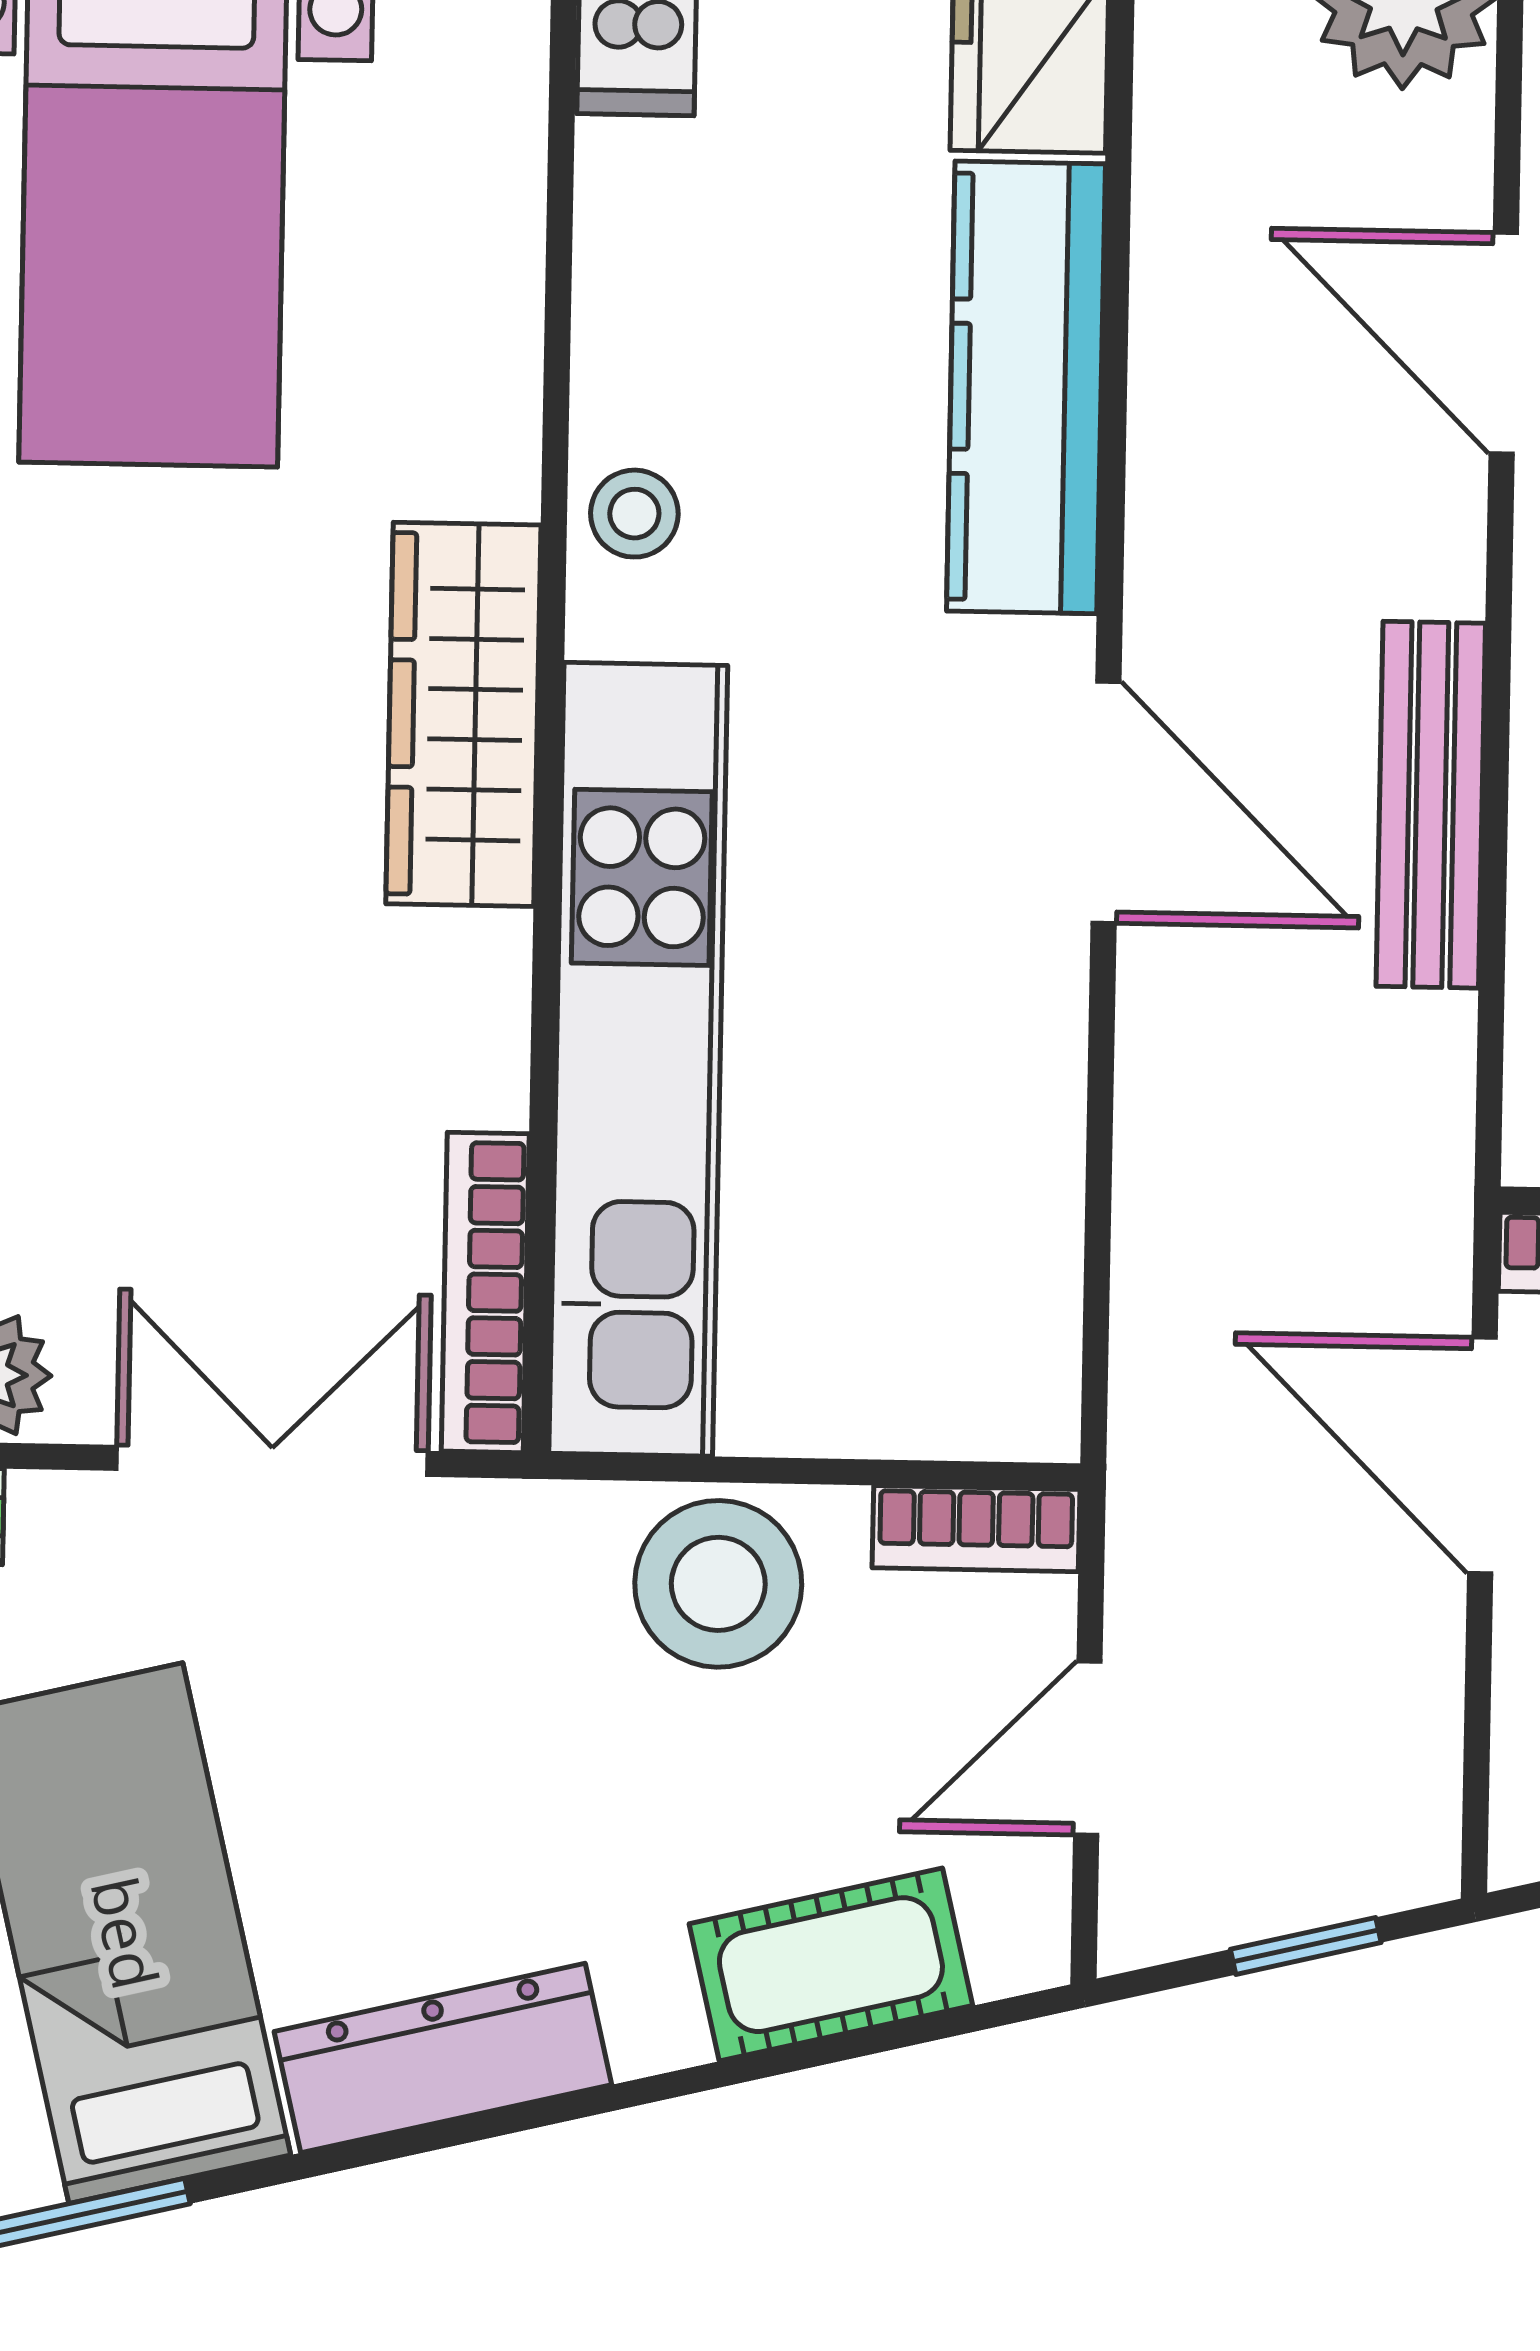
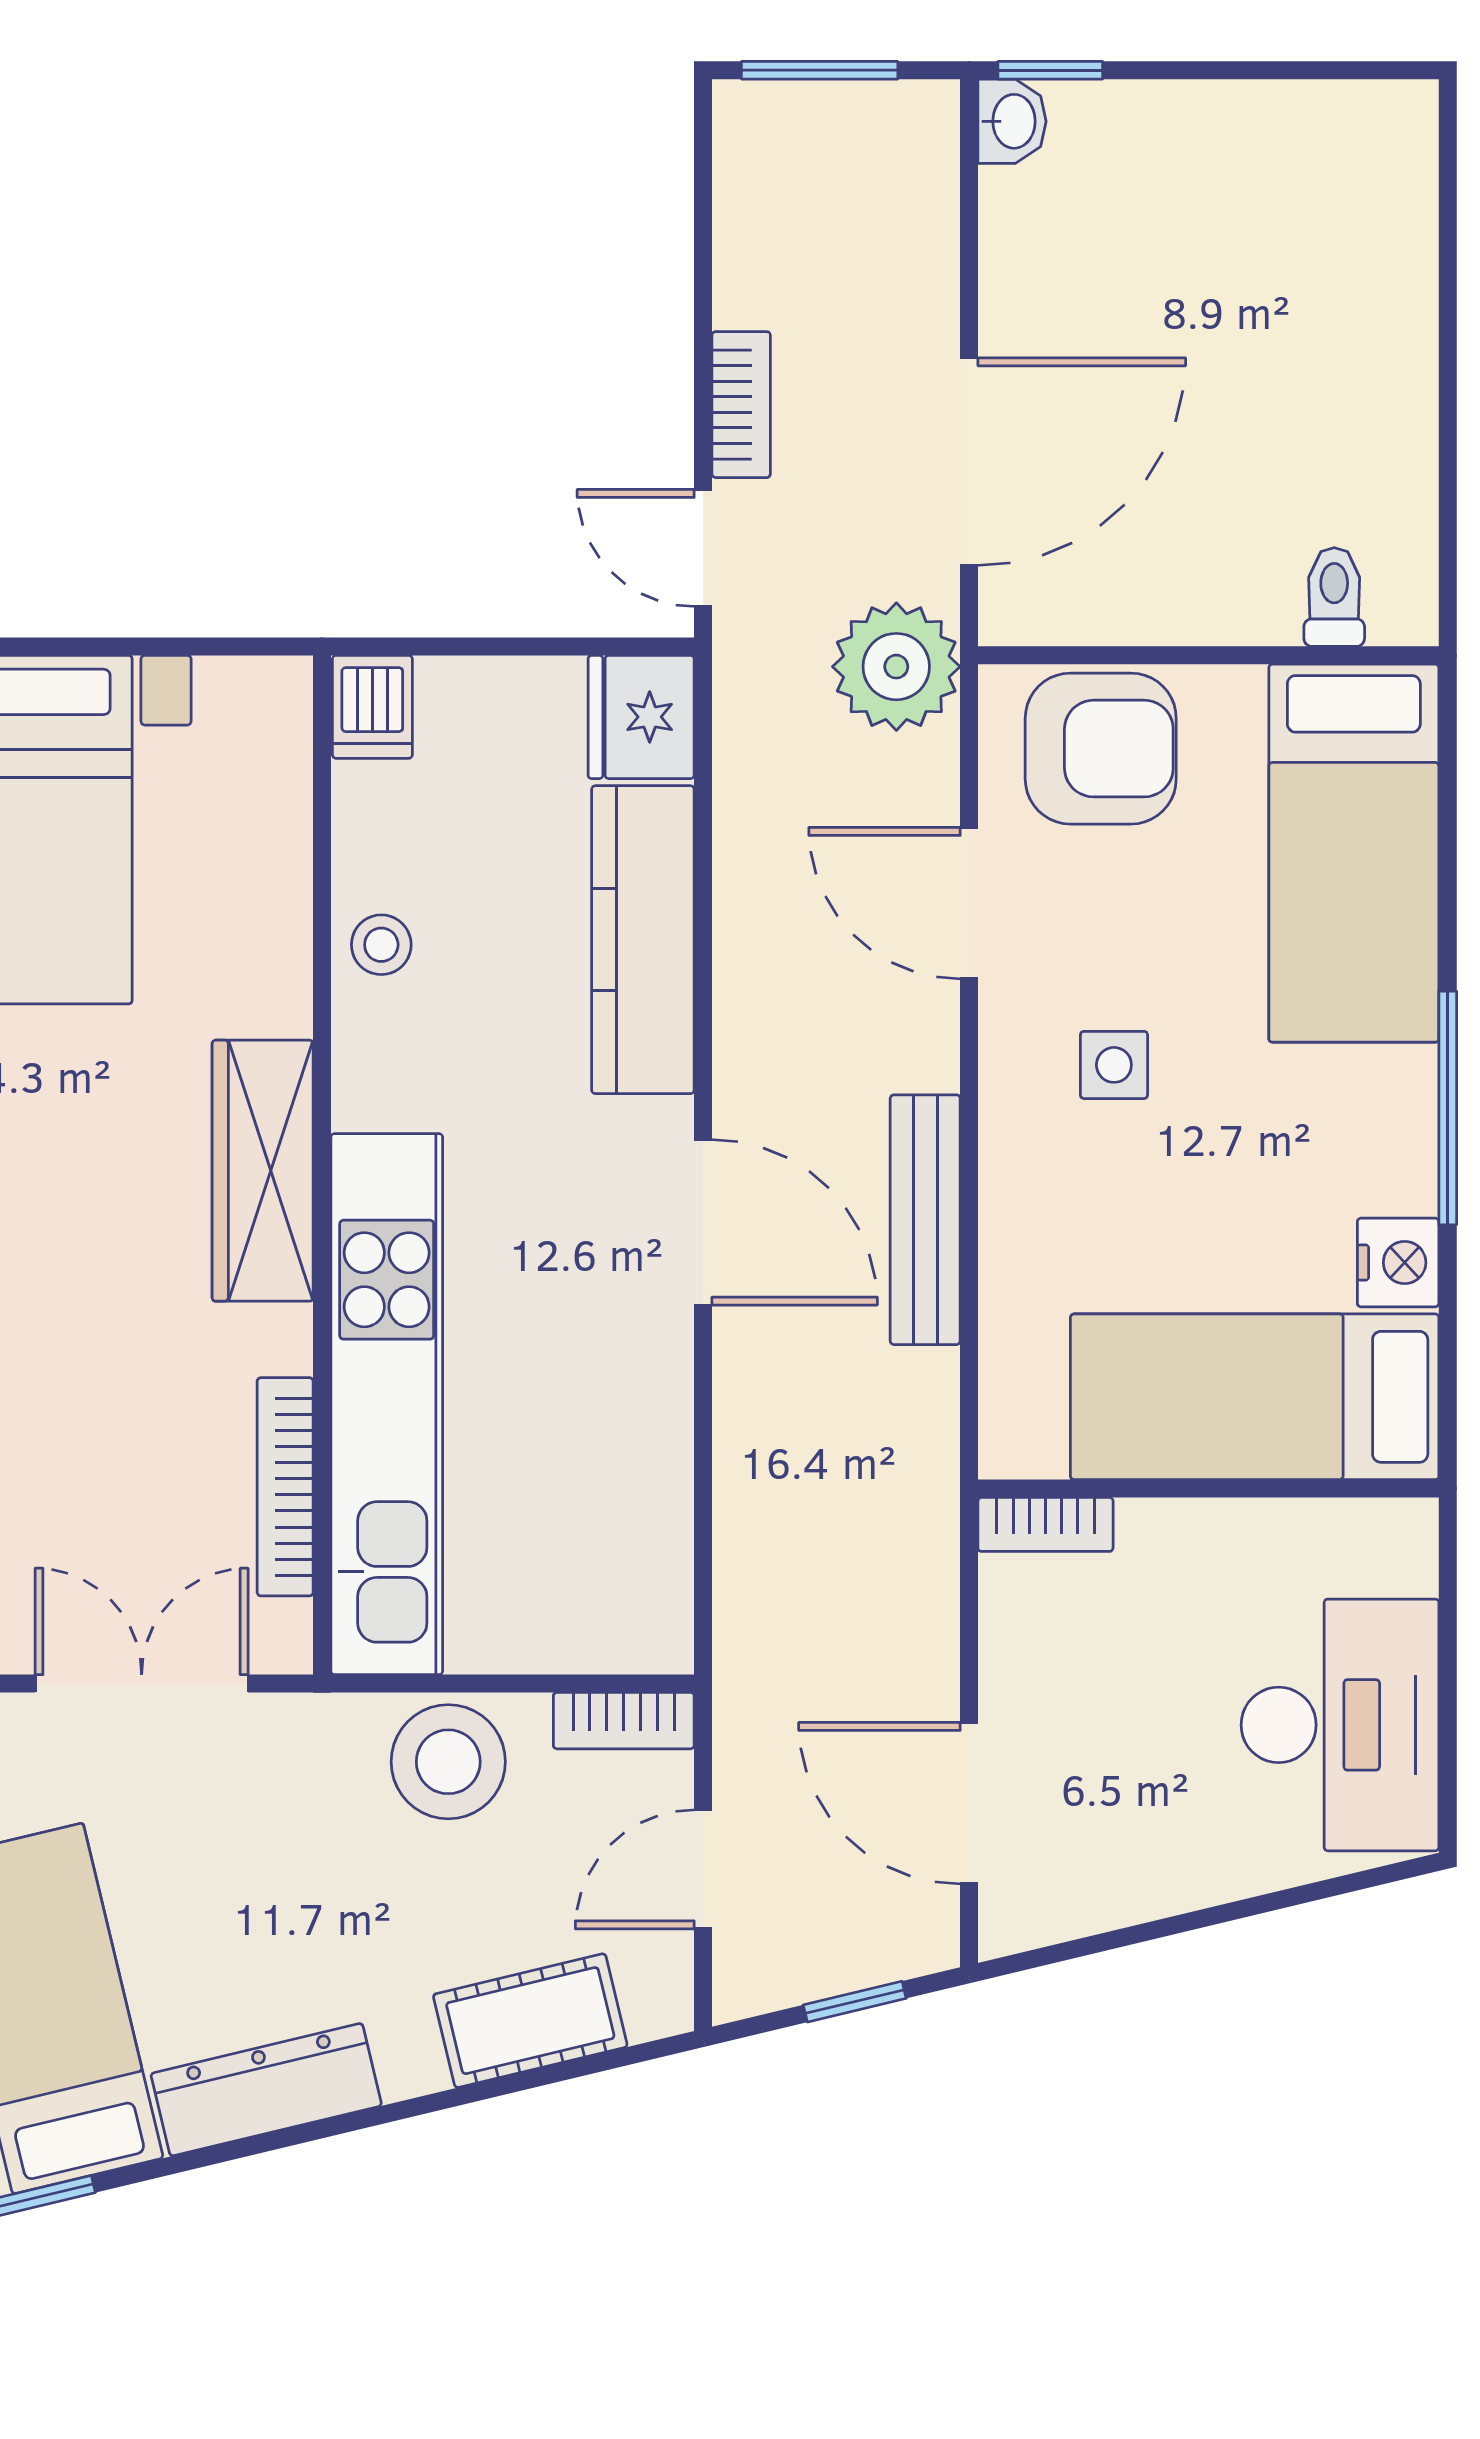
stool: (634, 514) -> (381, 945), moved
bookcase: (485, 1292) -> (285, 1487), moved
door: (1482, 1455) -> (969, 1803), moved

